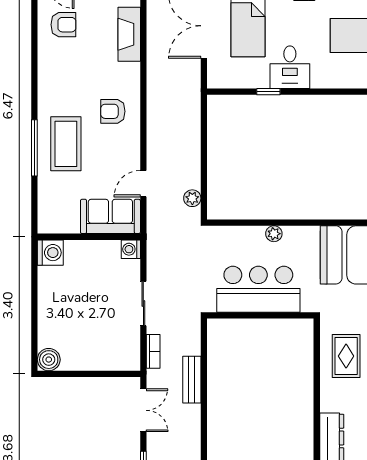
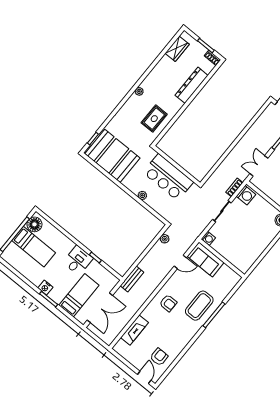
armchair: (63, 25) -> (159, 357), turned 90
washing machine: (50, 253) -> (246, 195), moved, turned 180
bench: (192, 380) -> (132, 279), moved

